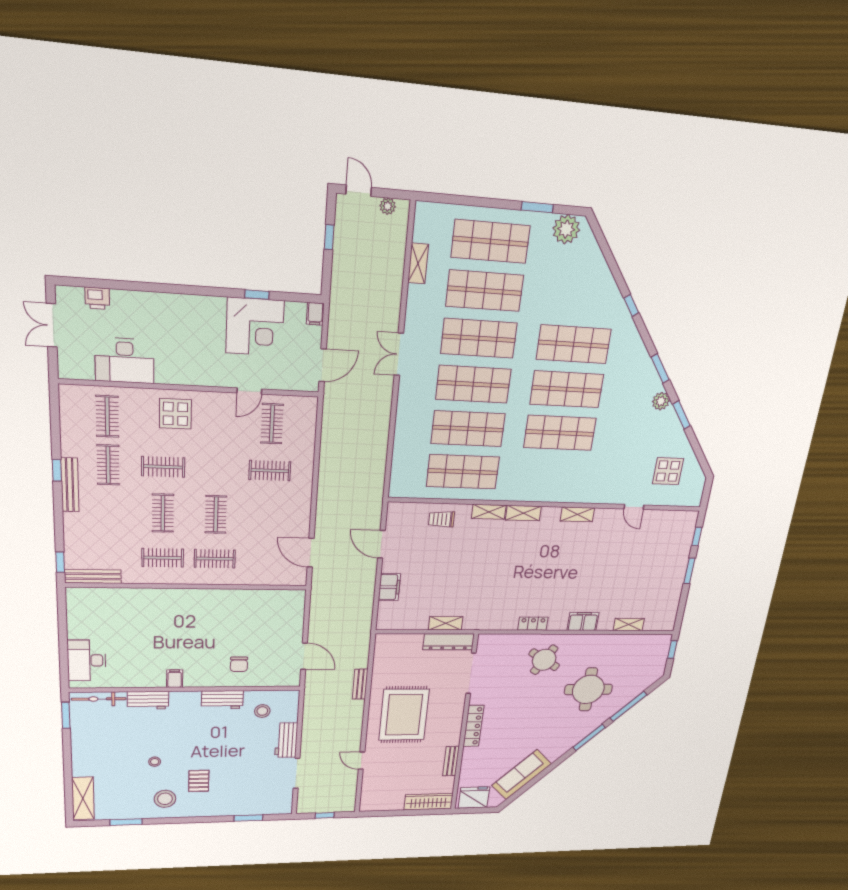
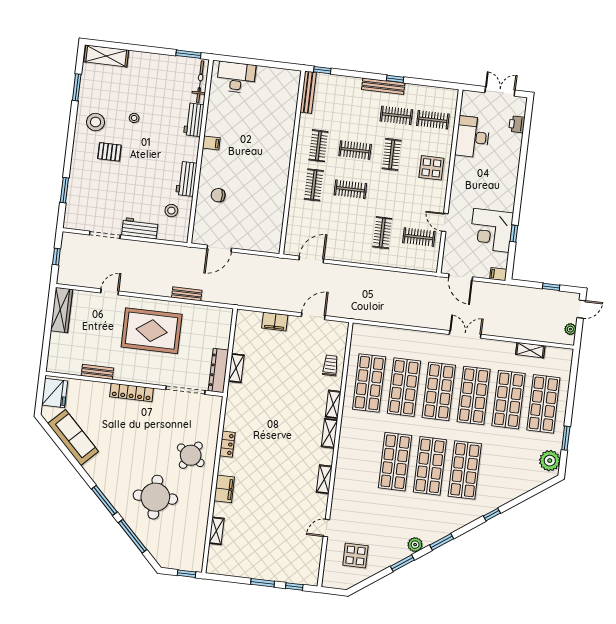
wardrobe: (429, 802) -> (61, 310), moved

